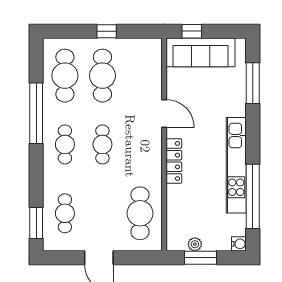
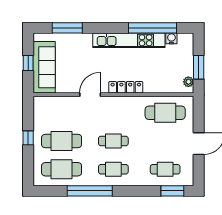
window: (192, 31) -> (28, 63), moved
plant: (195, 244) -> (188, 82), moved
water cooler: (239, 244) -> (171, 38), moved

